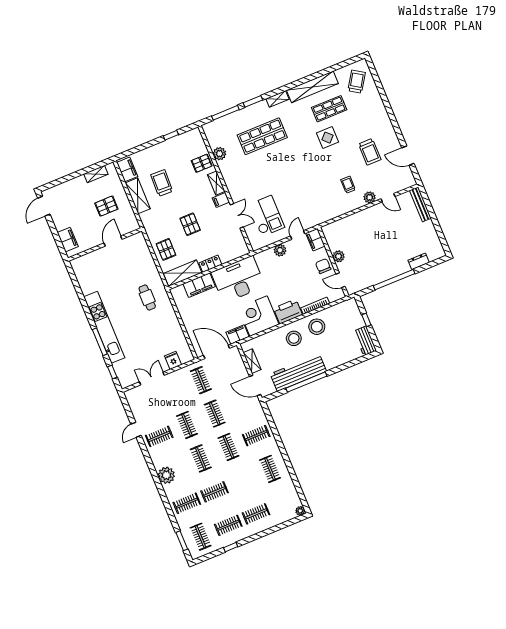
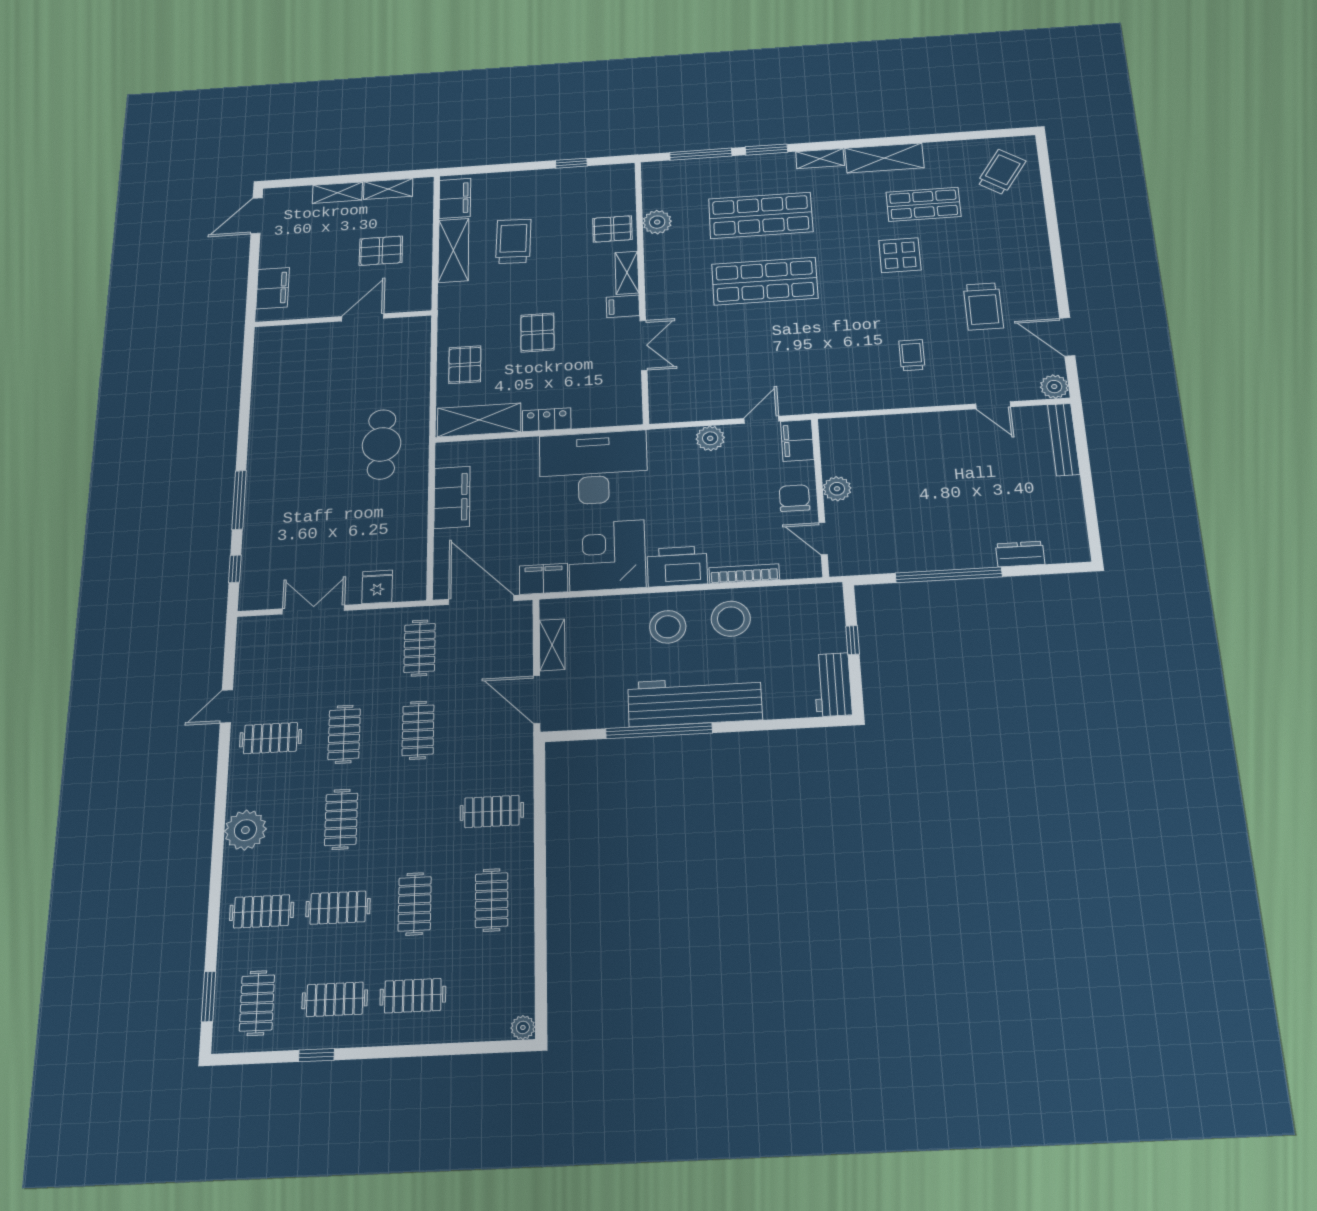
shelving: (312, 87) -> (884, 158), width x0.68
shop shelf: (276, 169) -> (765, 281), added
shelving: (74, 183) -> (337, 193), added
plant: (370, 197) -> (1054, 387), moved
checkout: (267, 216) -> (708, 364), removed
filing cabinet: (199, 285) -> (452, 497), moved, turned -90
cafe table: (147, 297) -> (382, 444), width x1.37, depth x1.35
kitchen unit: (104, 327) -> (263, 474), removed
workbench: (298, 373) -> (695, 701), moved
clothes rail: (228, 447) -> (415, 904), moved

